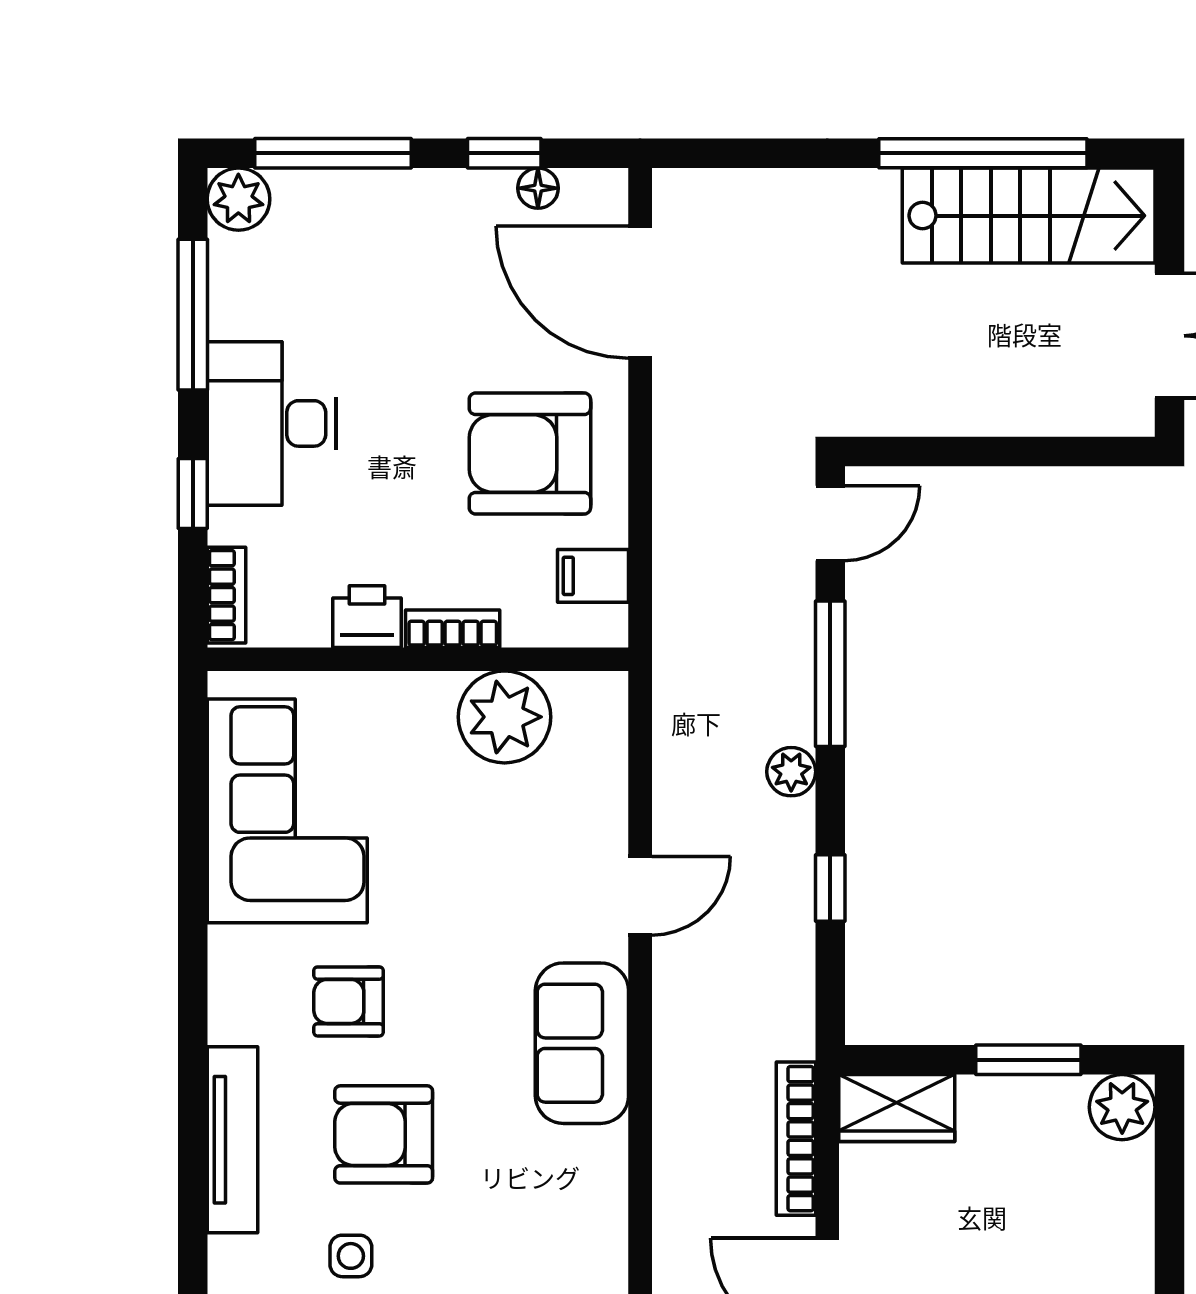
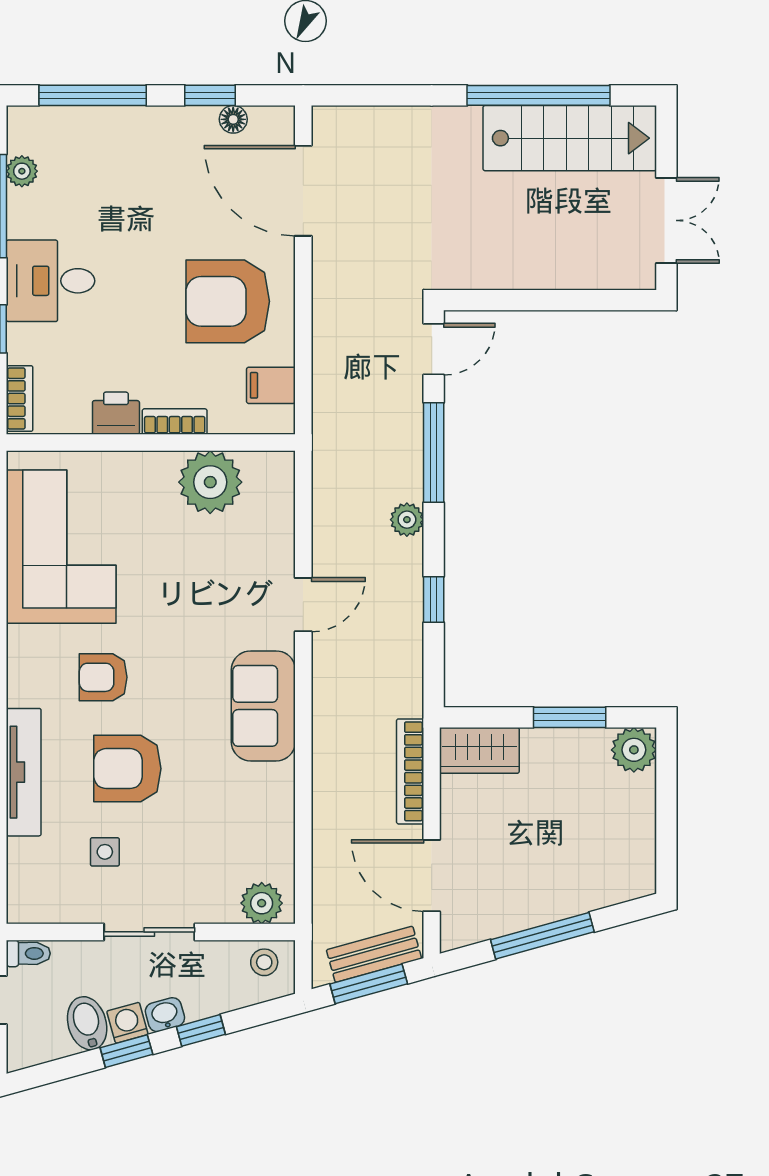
plant: (238, 199) -> (22, 171), moved, width x0.73, depth x0.73
desk: (272, 423) -> (50, 281), width x0.73

